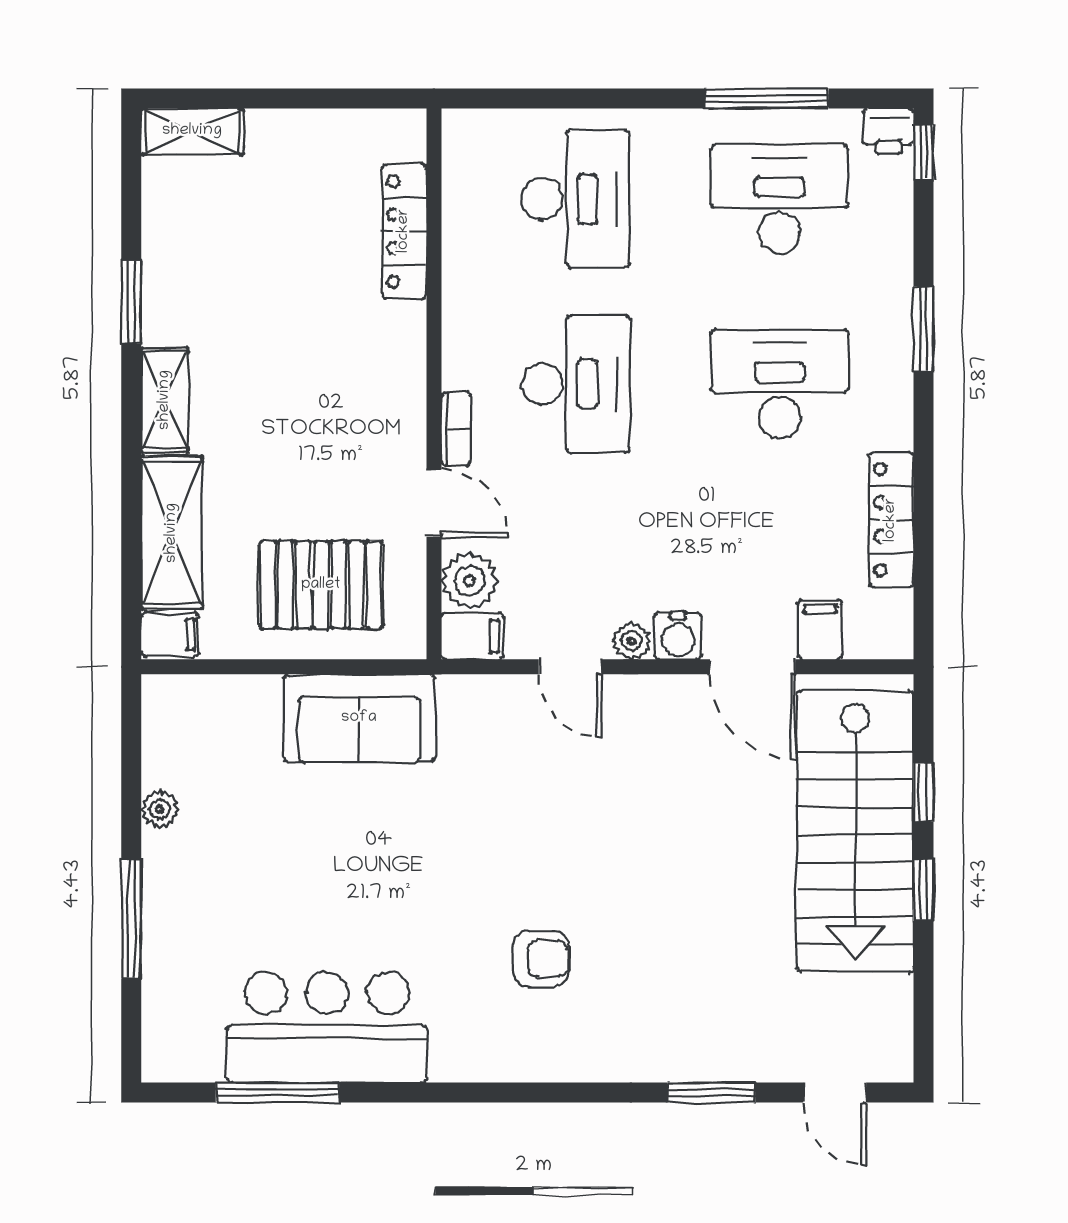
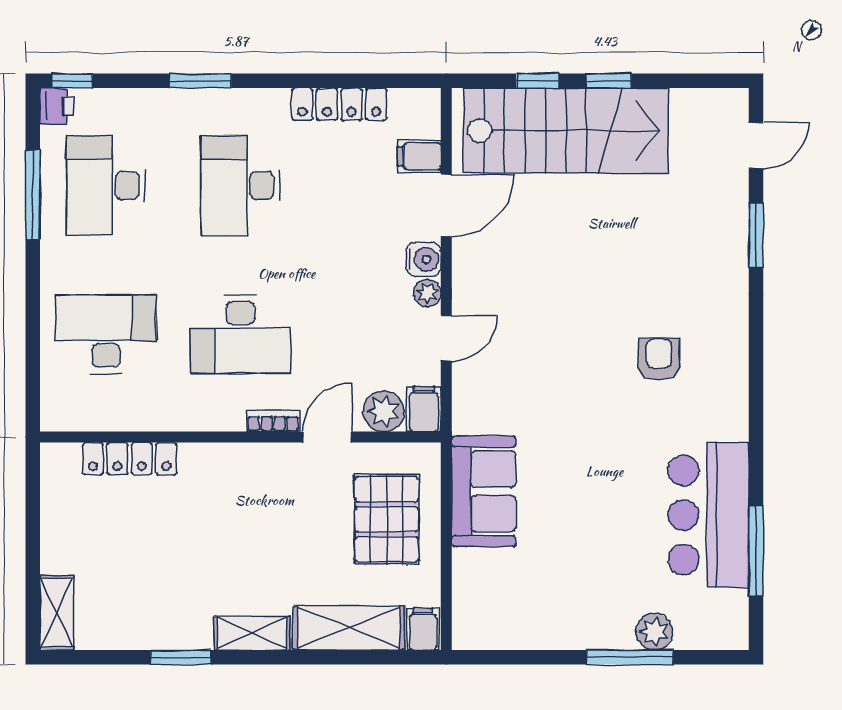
desk: (575, 384) -> (240, 334), turned 180
plant: (160, 809) -> (654, 632), moved, width x1.38, depth x1.38

